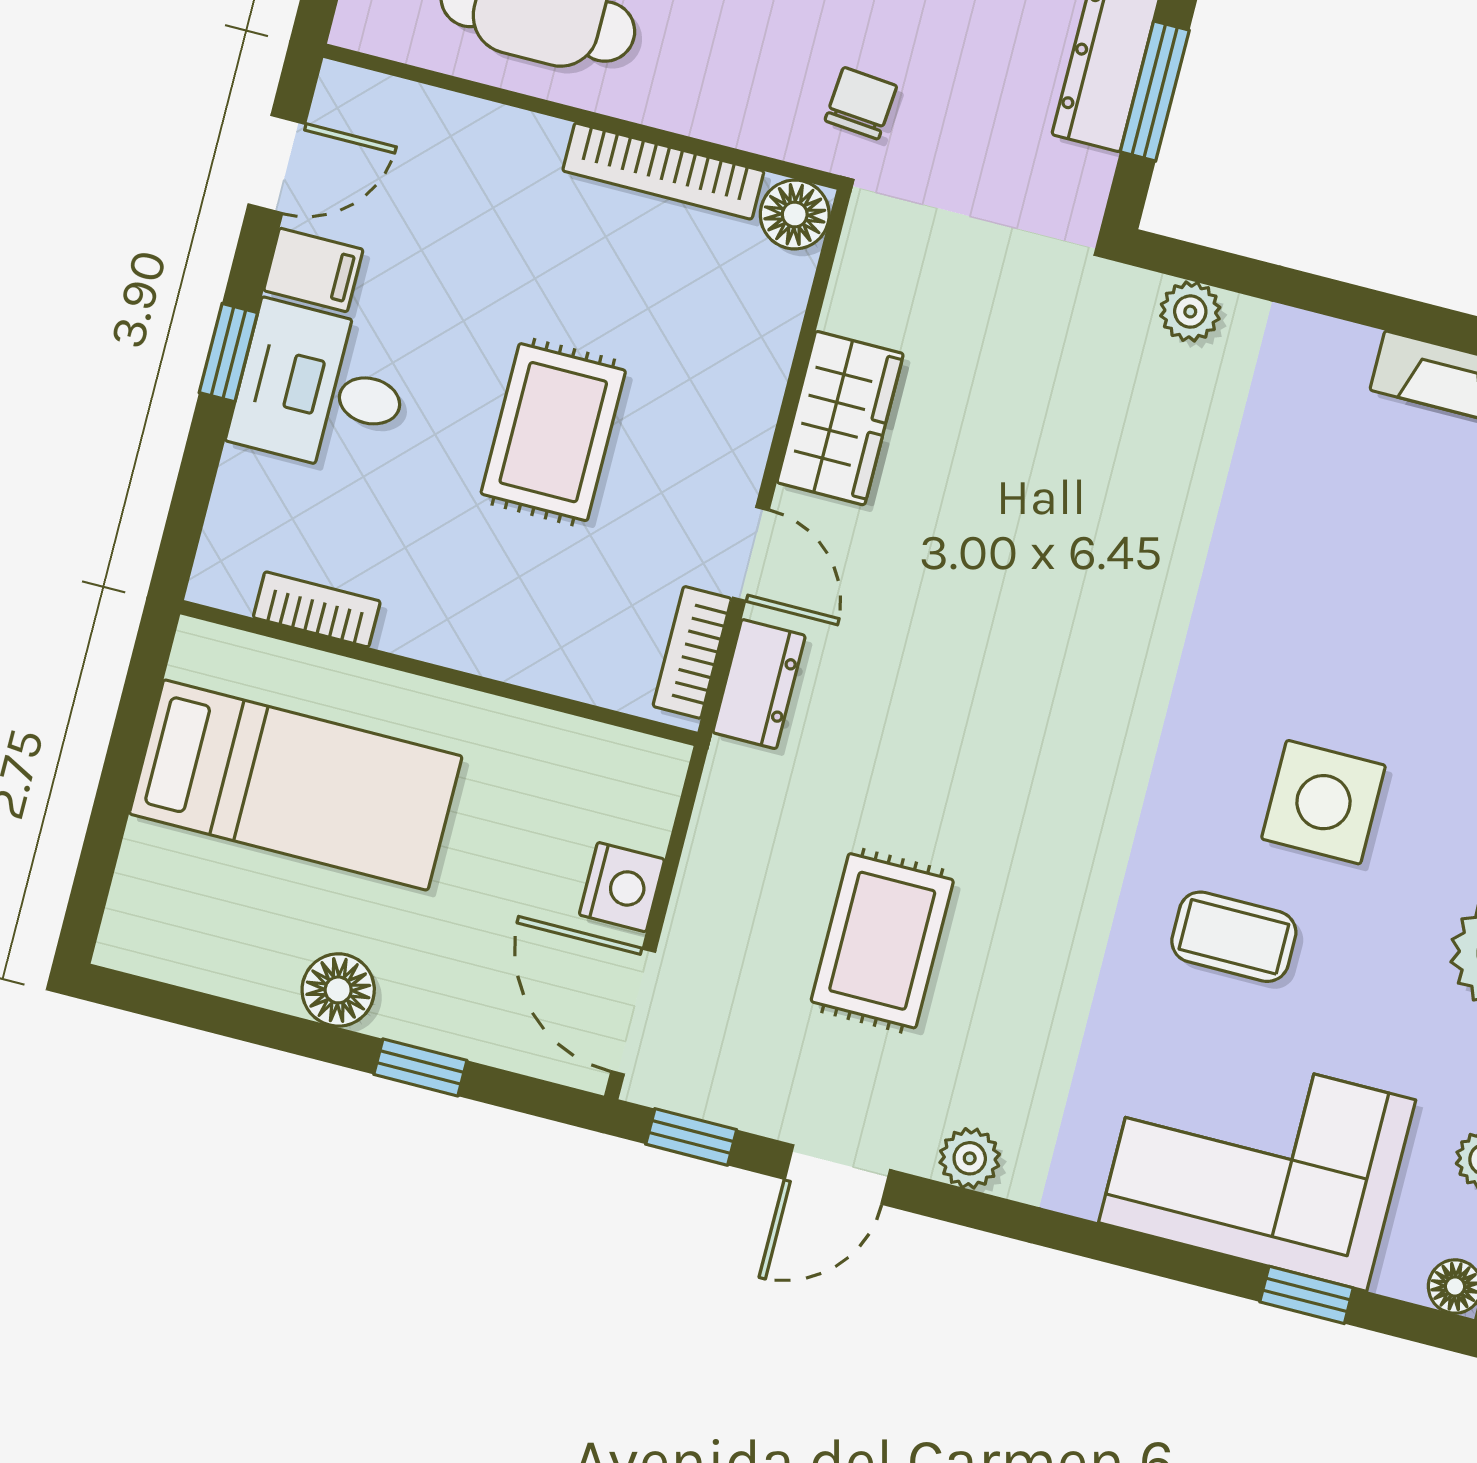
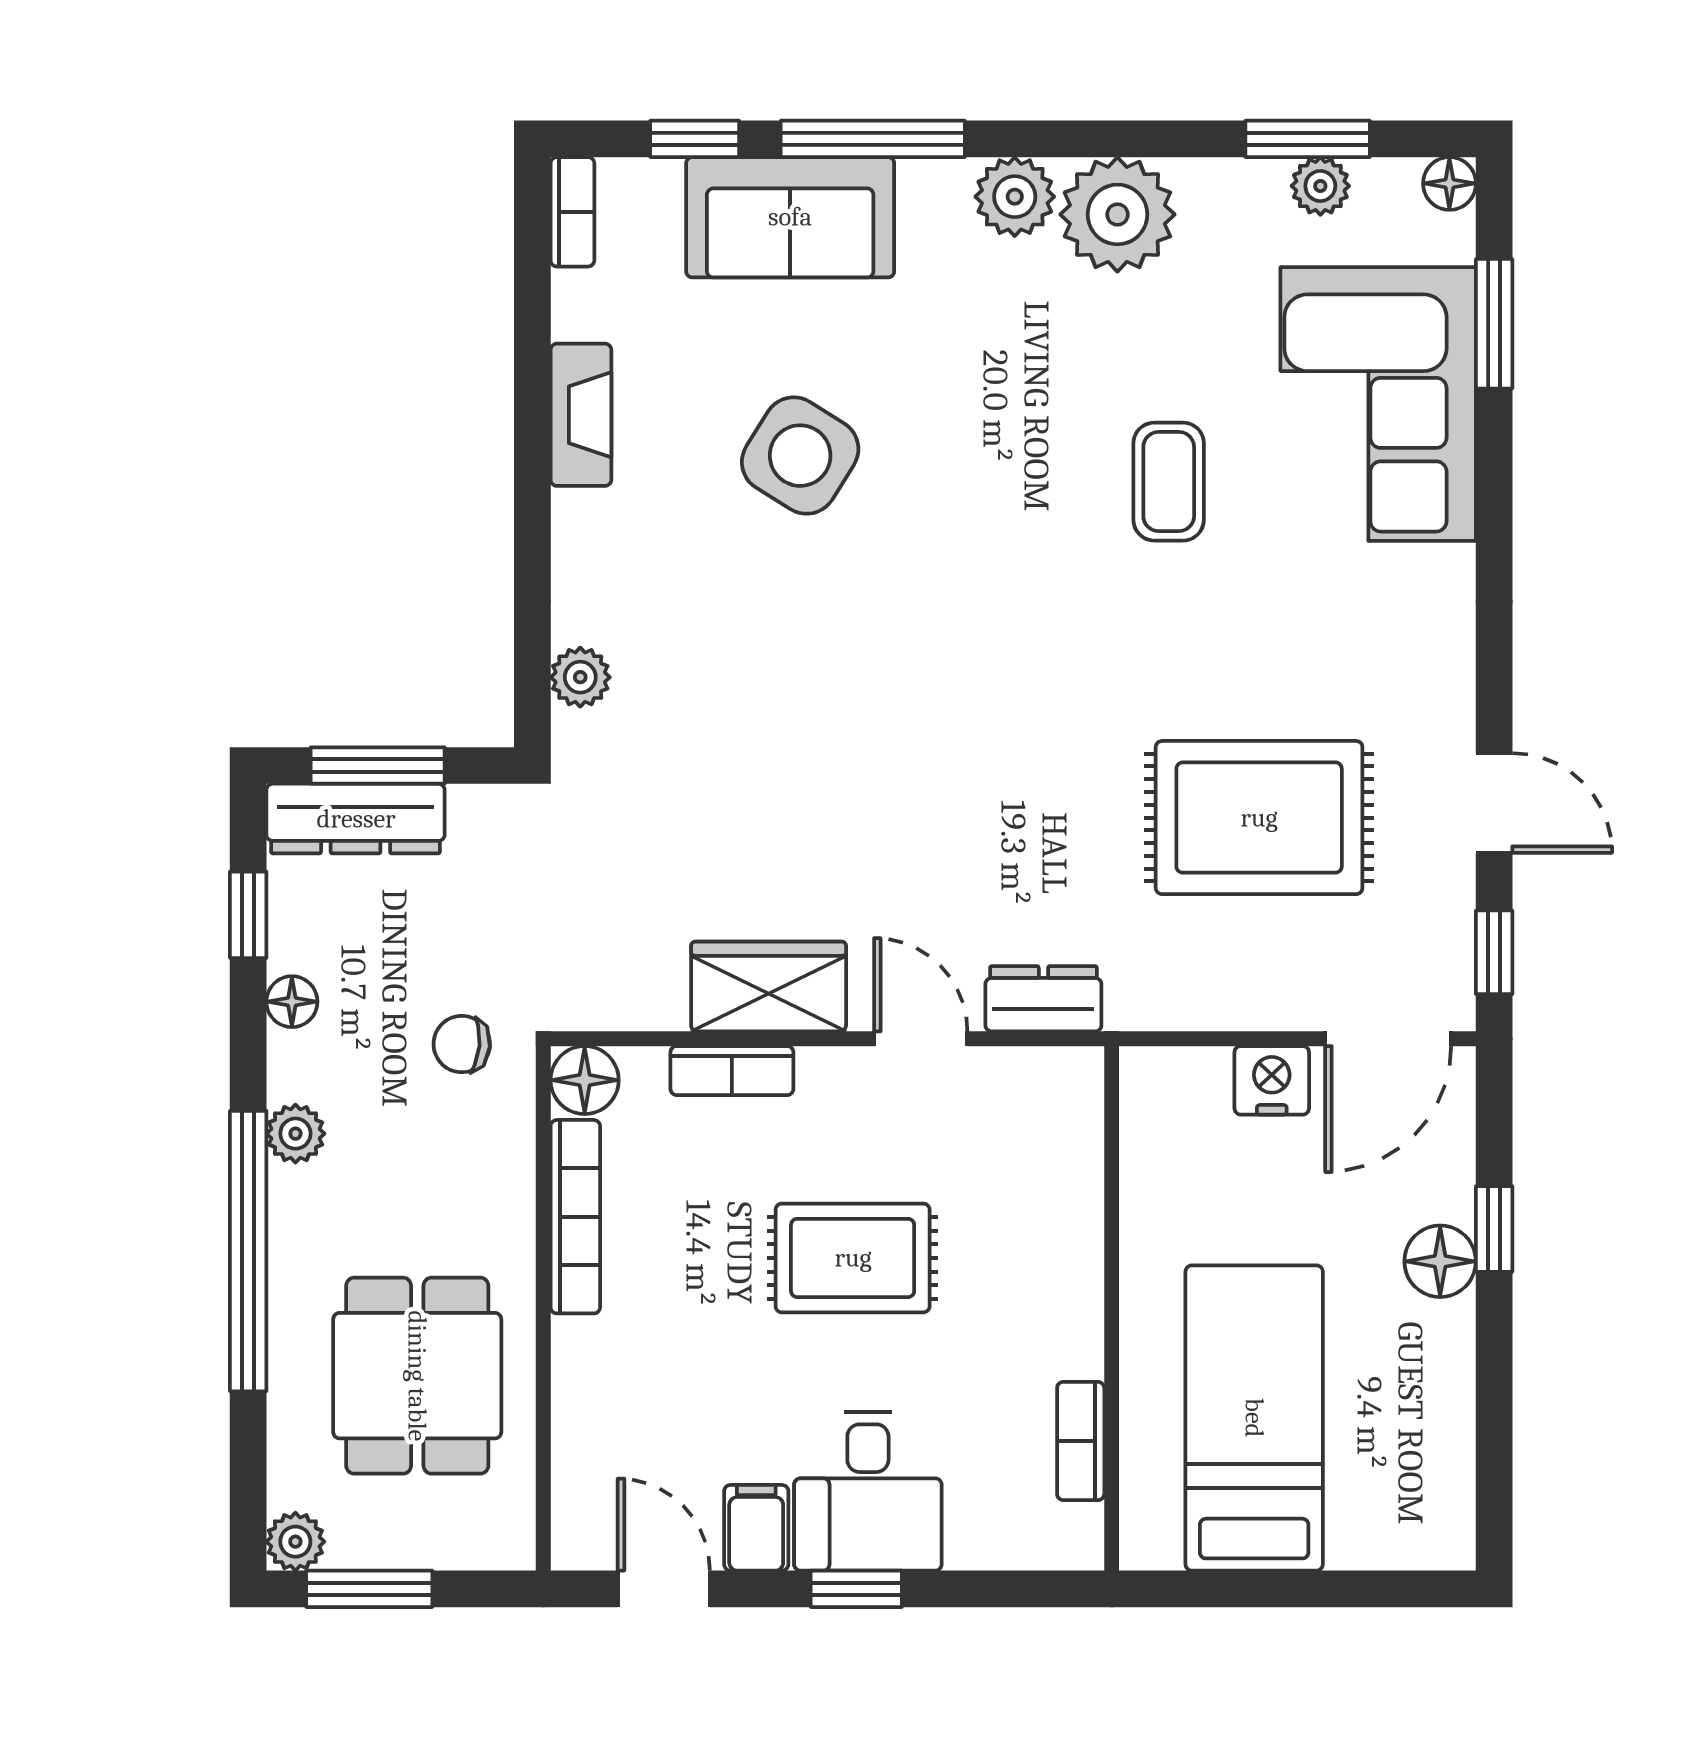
door: (751, 554) -> (921, 1039), hinge flipped
bookcase: (692, 652) -> (732, 1071), moved
side table: (1323, 802) -> (800, 456), moved, turned 32
rug: (882, 941) -> (1259, 818), width x1.36, depth x1.43
floor lamp: (338, 990) -> (1440, 1261), moved
plant: (970, 1158) -> (1446, 680), removed
window: (1307, 1295) -> (1494, 324), width x1.50

